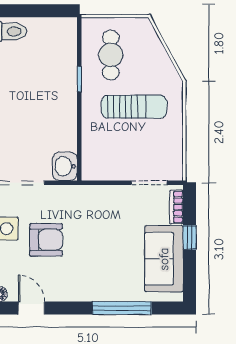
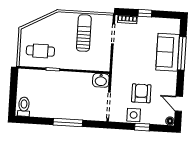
sun lounger: (134, 107) -> (84, 33), moved
sofa: (164, 259) -> (168, 52), moved, turned 90
door: (31, 308) -> (179, 104), hinge flipped

